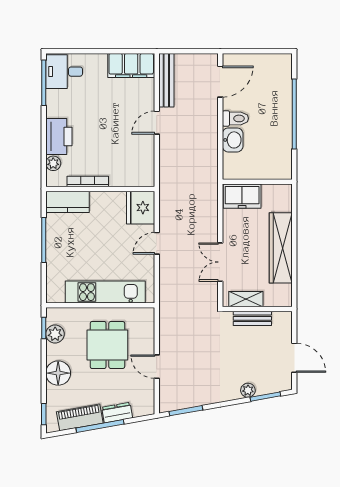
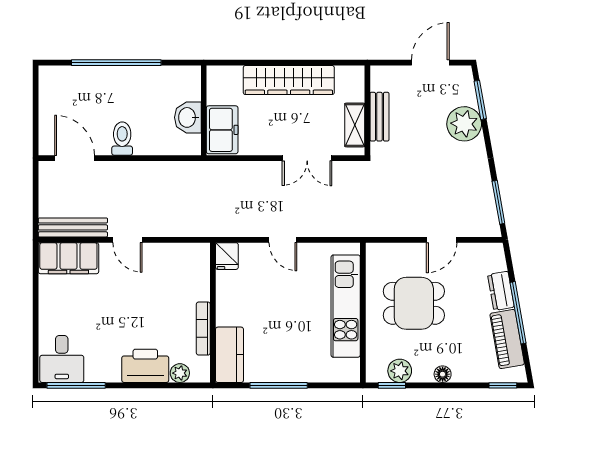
filing cabinet: (131, 66) -> (68, 258), moved, turned 90
washbasin: (233, 140) -> (188, 117), moved, turned -90
fridge: (141, 208) -> (227, 256), width x0.53, depth x0.75
floor lamp: (58, 373) -> (443, 374), width x0.53, depth x0.53
plant: (248, 390) -> (464, 124), width x1.88, depth x1.88

